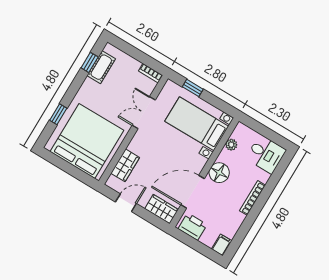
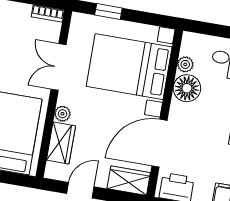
bed with nightstands: (197, 124) -> (129, 67), width x1.36
plant: (134, 146) -> (62, 114), added
floor lamp: (219, 173) -> (187, 88), moved

